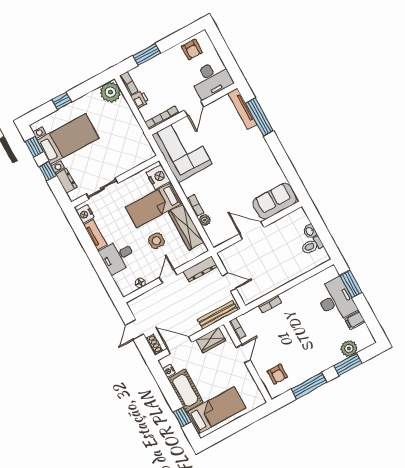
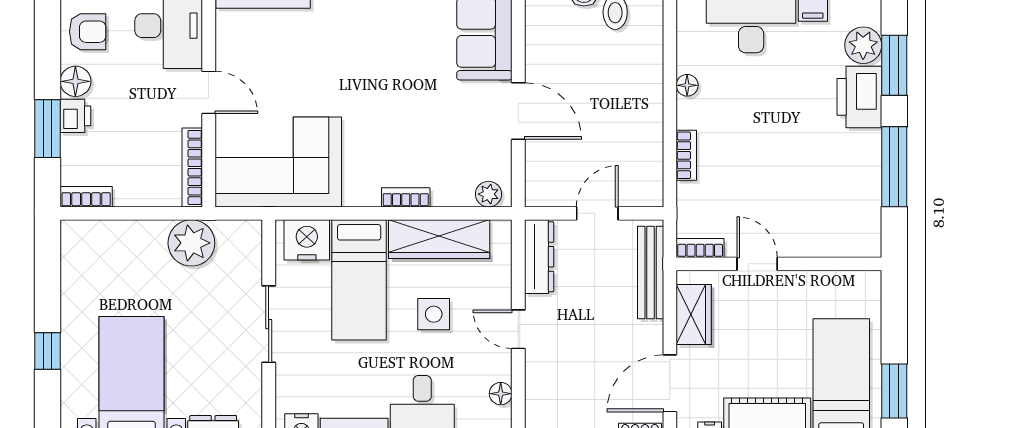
floor lamp: (170, 55) -> (75, 81), added
plant: (110, 92) -> (191, 243), moved
printer: (140, 100) -> (75, 116), moved, turned 90
sliding door: (102, 189) -> (269, 324), moved
plant: (205, 220) -> (489, 194), moved
door: (252, 231) -> (518, 111), swing flipped
floor lamp: (297, 290) -> (687, 85), added
printer: (328, 358) -> (859, 97), added
armchair: (277, 374) -> (836, 218), removed
window: (223, 433) -> (894, 391), added

